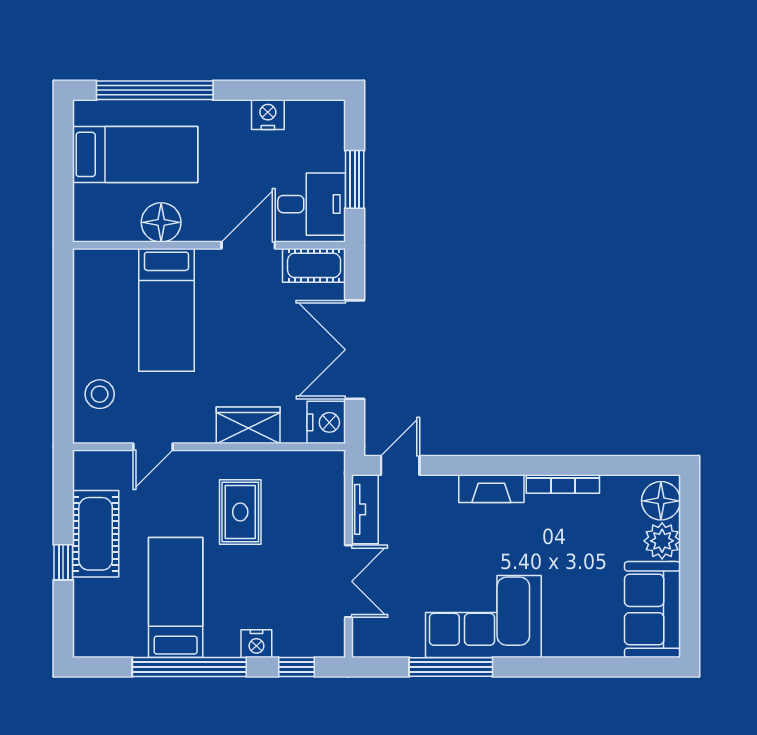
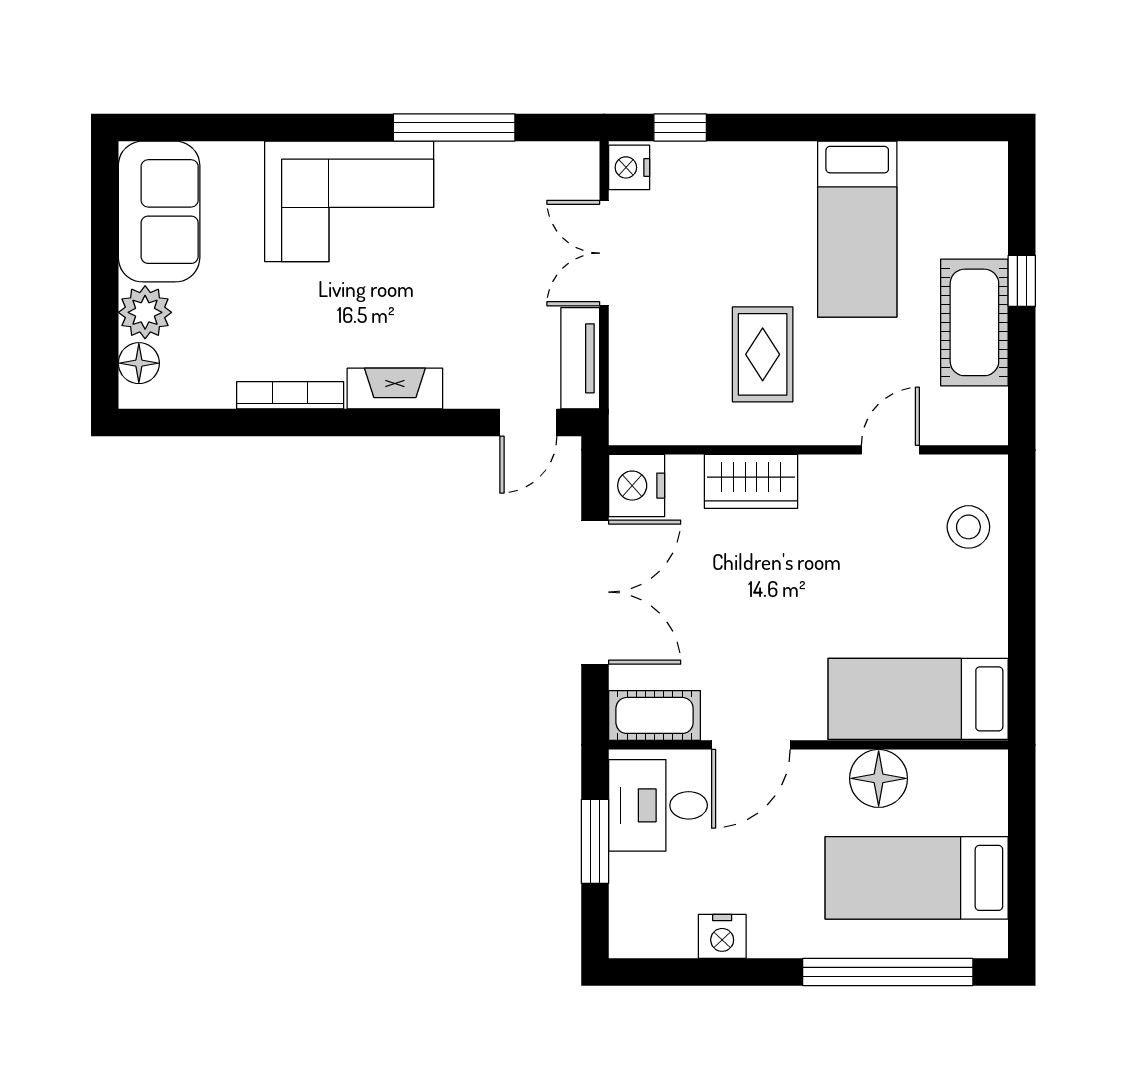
bed: (167, 310) -> (918, 699), moved, turned -90
floor lamp: (661, 501) -> (139, 363), width x0.73, depth x0.73
corner sofa: (483, 616) -> (349, 201), moved
nightstand: (256, 644) -> (629, 167), moved, turned -90
window: (189, 667) -> (837, 127), removed

